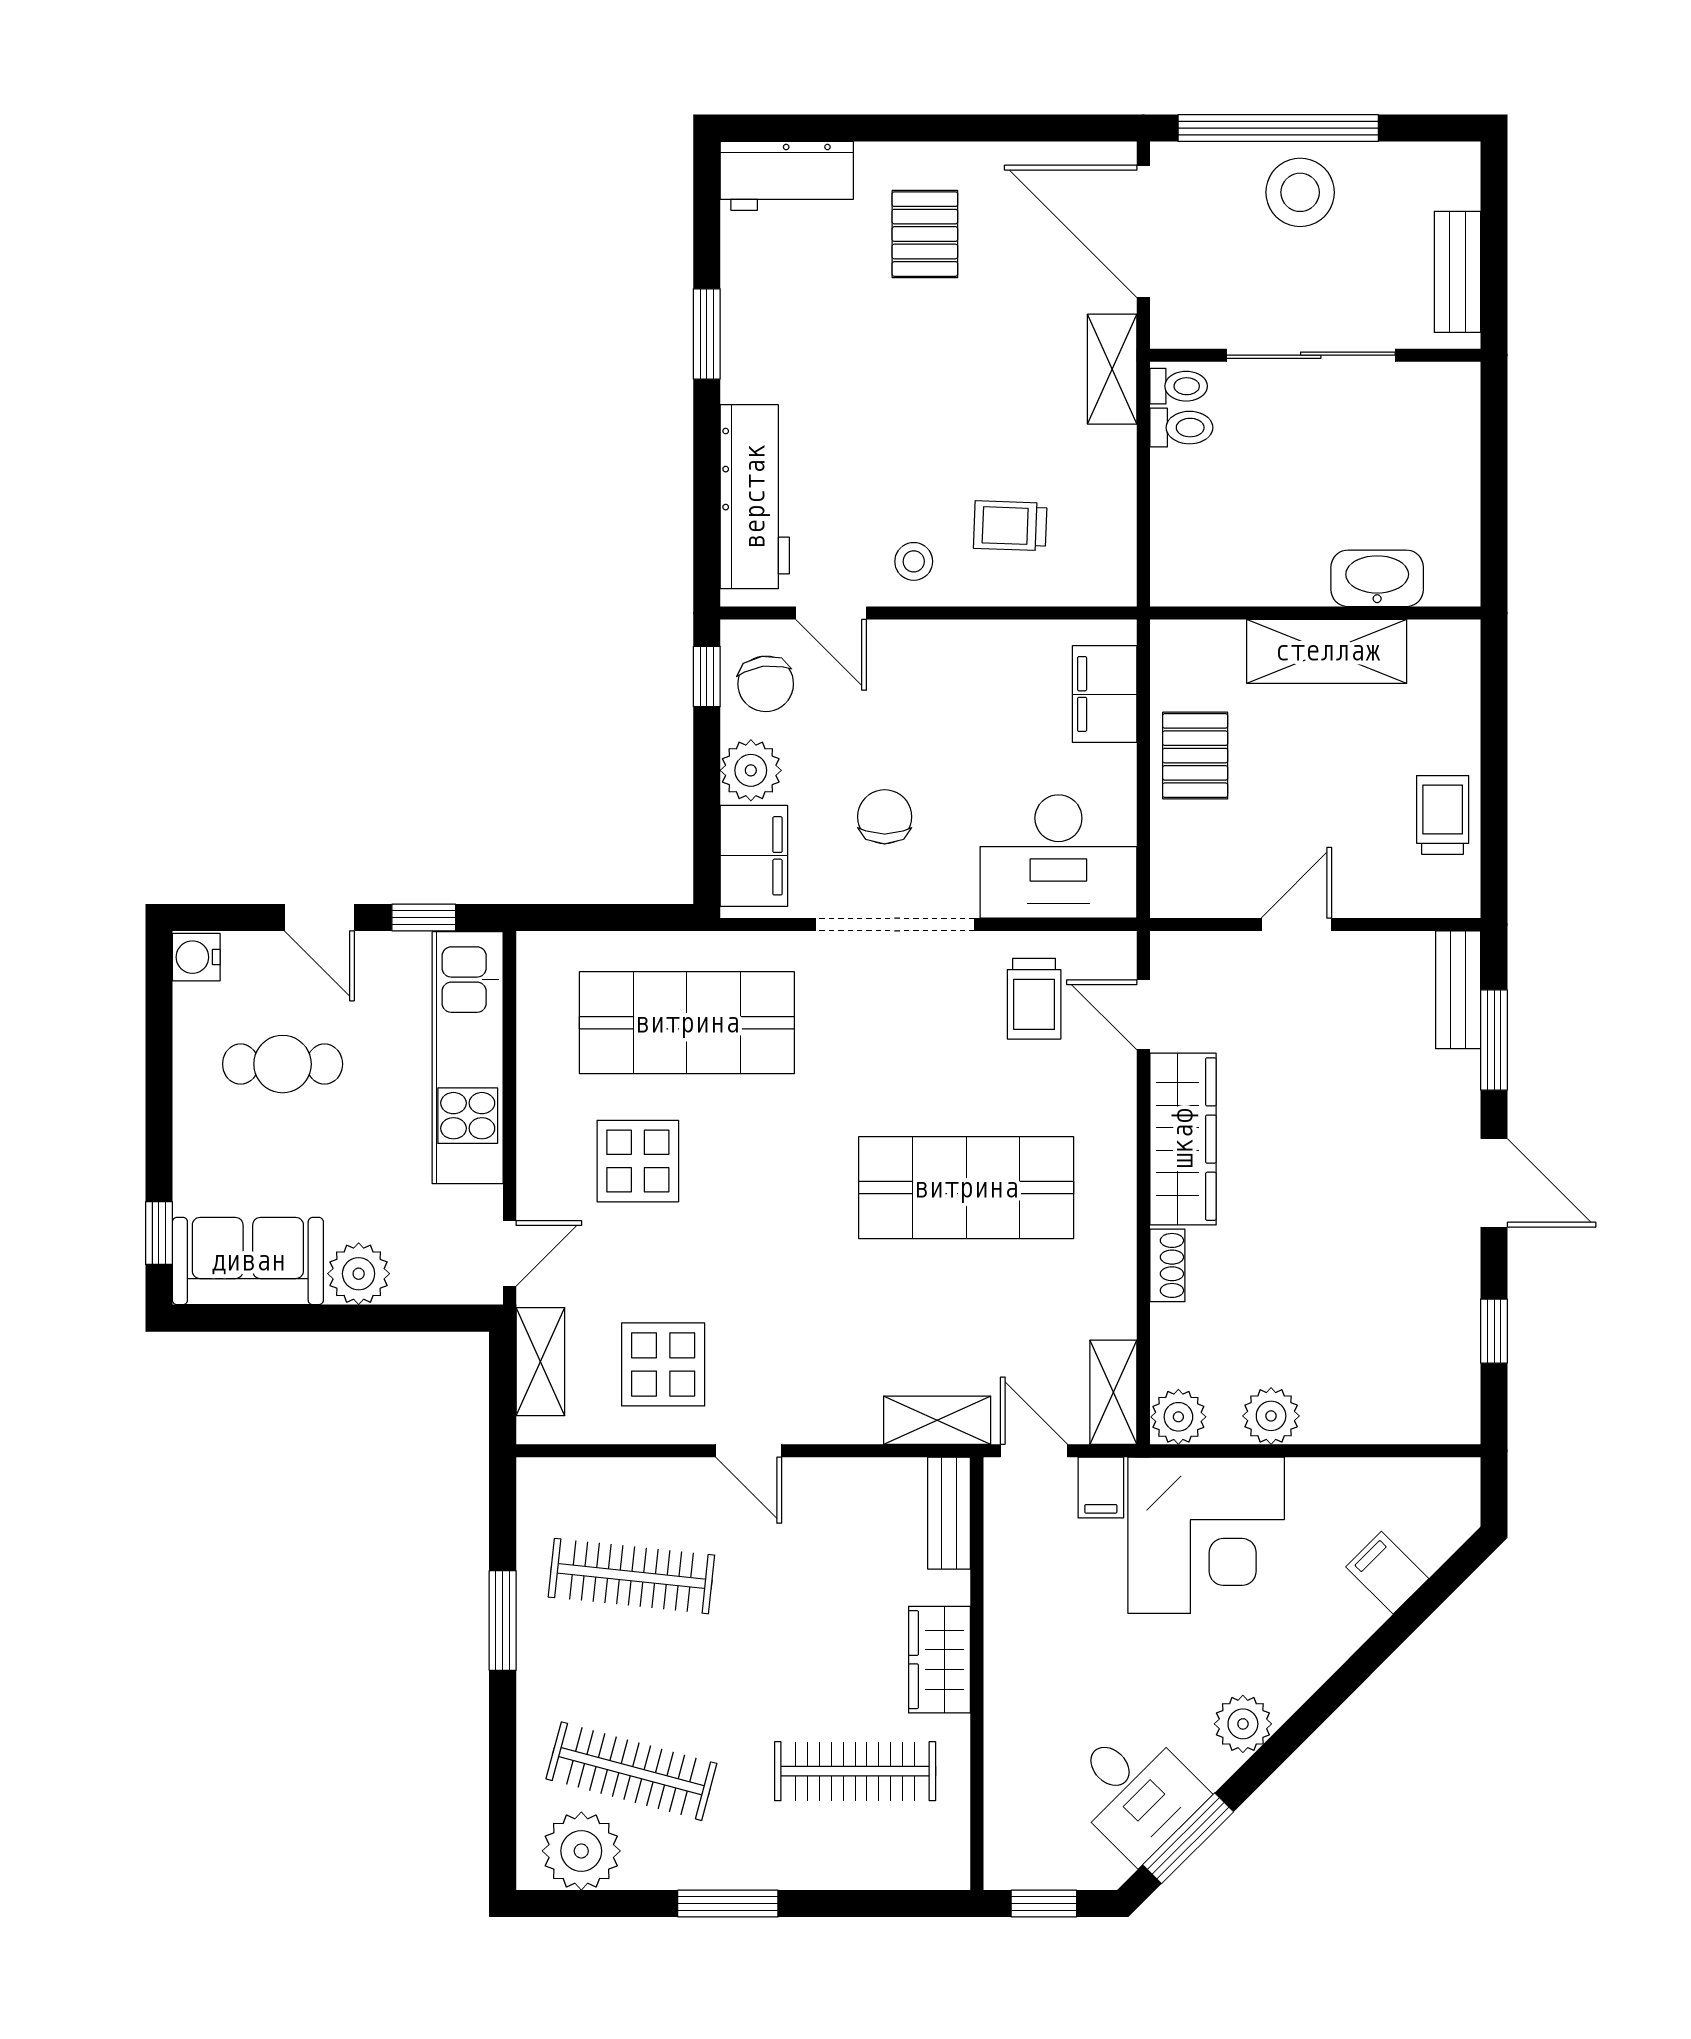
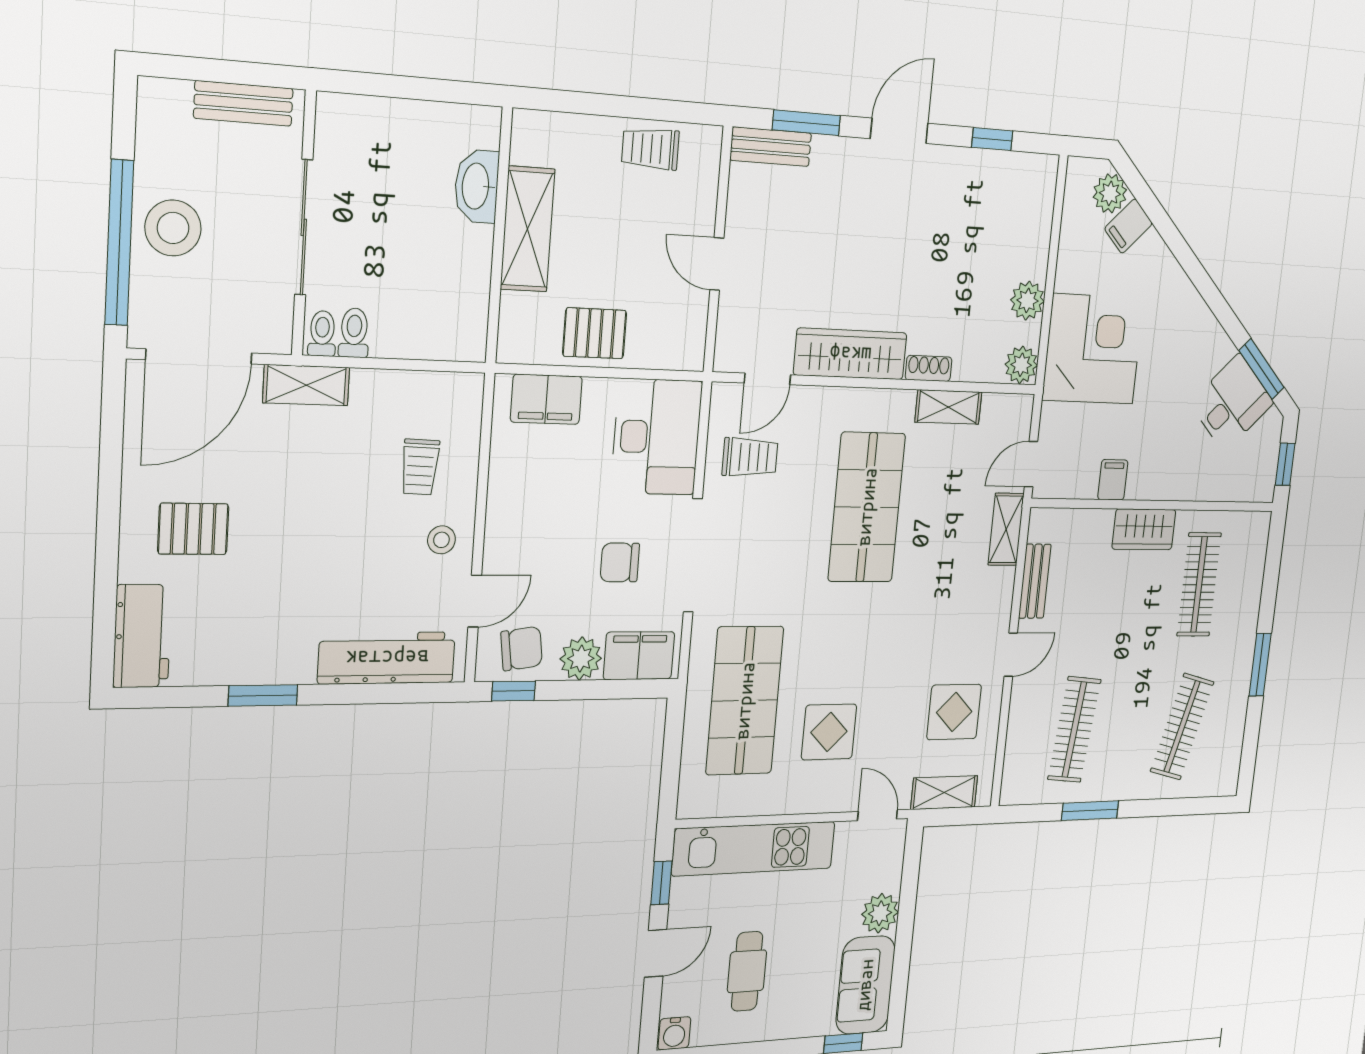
shelving: (1113, 1392) -> (948, 407), moved
filing cabinet: (1101, 1488) -> (1113, 480), moved, turned -90
bench: (949, 1513) -> (1035, 581), moved, turned 90
plant: (1243, 1724) -> (1110, 193), moved
plant: (581, 1851) -> (1221, 757), removed

